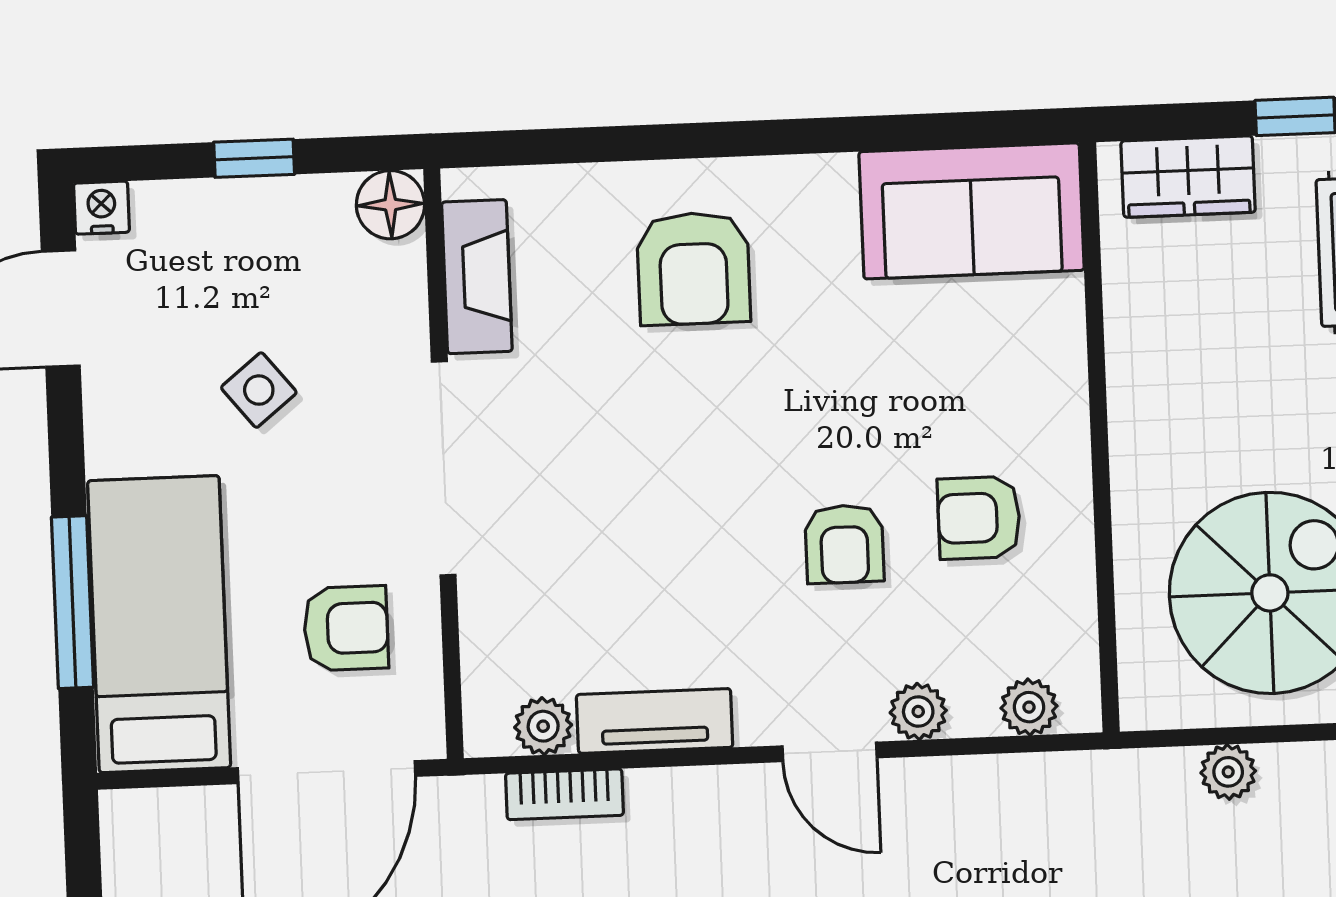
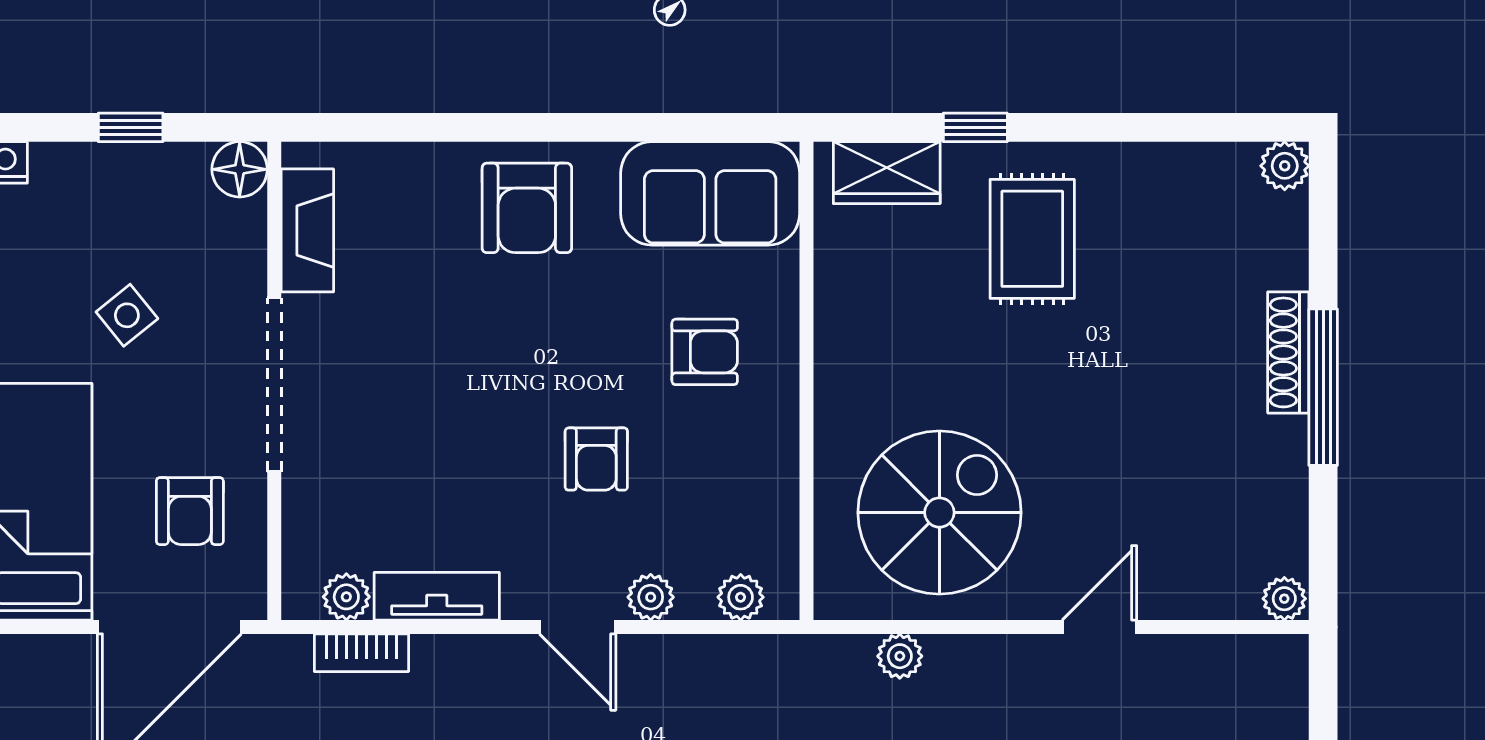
armchair: (693, 268) -> (527, 208), moved
armchair: (979, 518) -> (705, 352), moved, turned 180
armchair: (346, 628) -> (190, 511), turned 90

